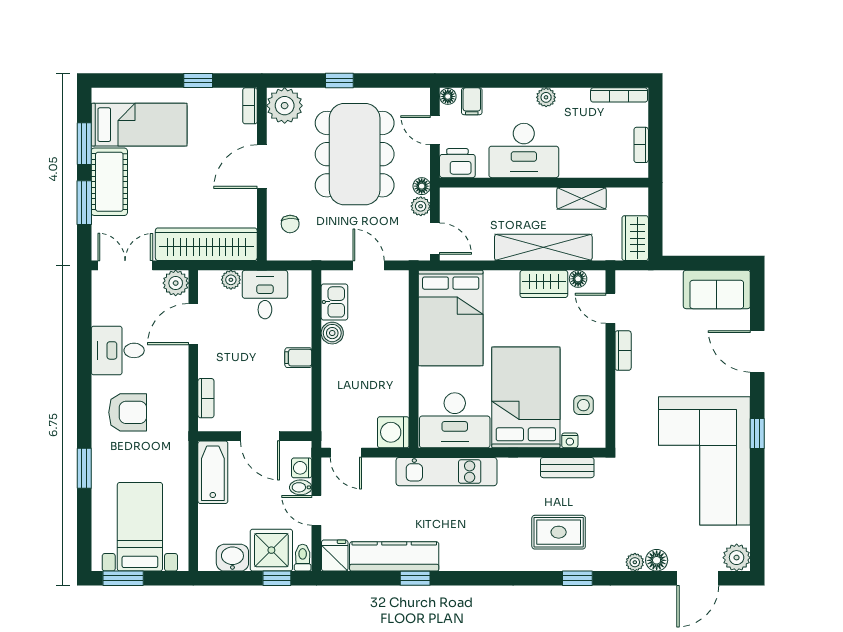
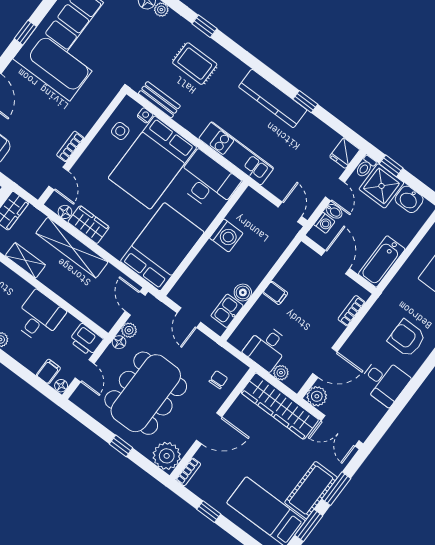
desk: (524, 150) -> (39, 317), width x0.73
washing machine: (393, 432) -> (226, 236), moved
kitchen counter: (394, 556) -> (273, 98), moved

